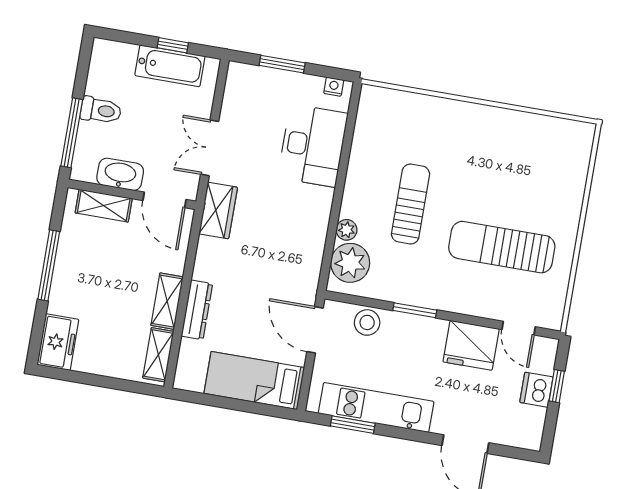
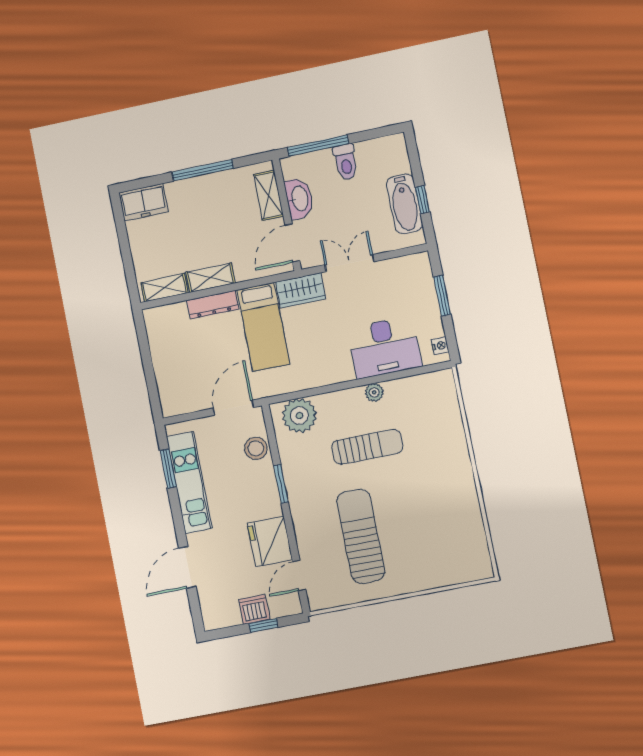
plant: (347, 230) -> (374, 392), moved
bed: (254, 380) -> (263, 327), moved, turned 180

